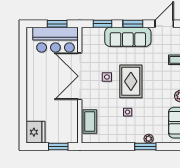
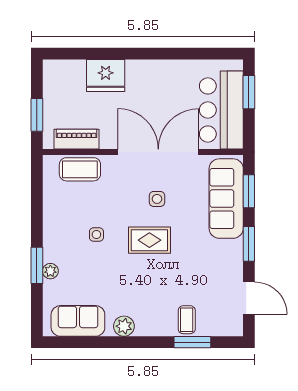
window: (57, 24) -> (249, 92), moved
sofa: (128, 37) -> (226, 199), moved
rug: (131, 81) -> (149, 240), width x0.73, depth x0.70
piano: (72, 123) -> (77, 139), added
fridge: (35, 132) -> (106, 75), moved

